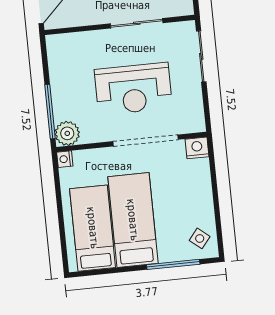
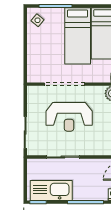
reception desk: (133, 89) -> (69, 117), turned 180
nightstand: (197, 148) -> (34, 76), removed

